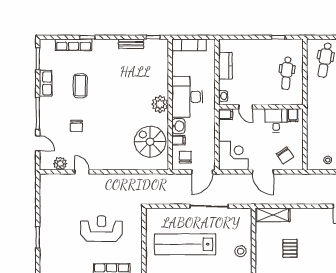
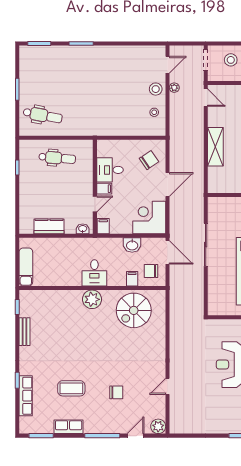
desk: (187, 97) -> (94, 273), width x0.53, depth x0.77
filing cabinet: (293, 115) -> (104, 189), moved
washbasin: (178, 126) -> (132, 245), moved, turned 180
plant: (60, 164) -> (158, 426), moved
shelving: (273, 215) -> (215, 147), moved

